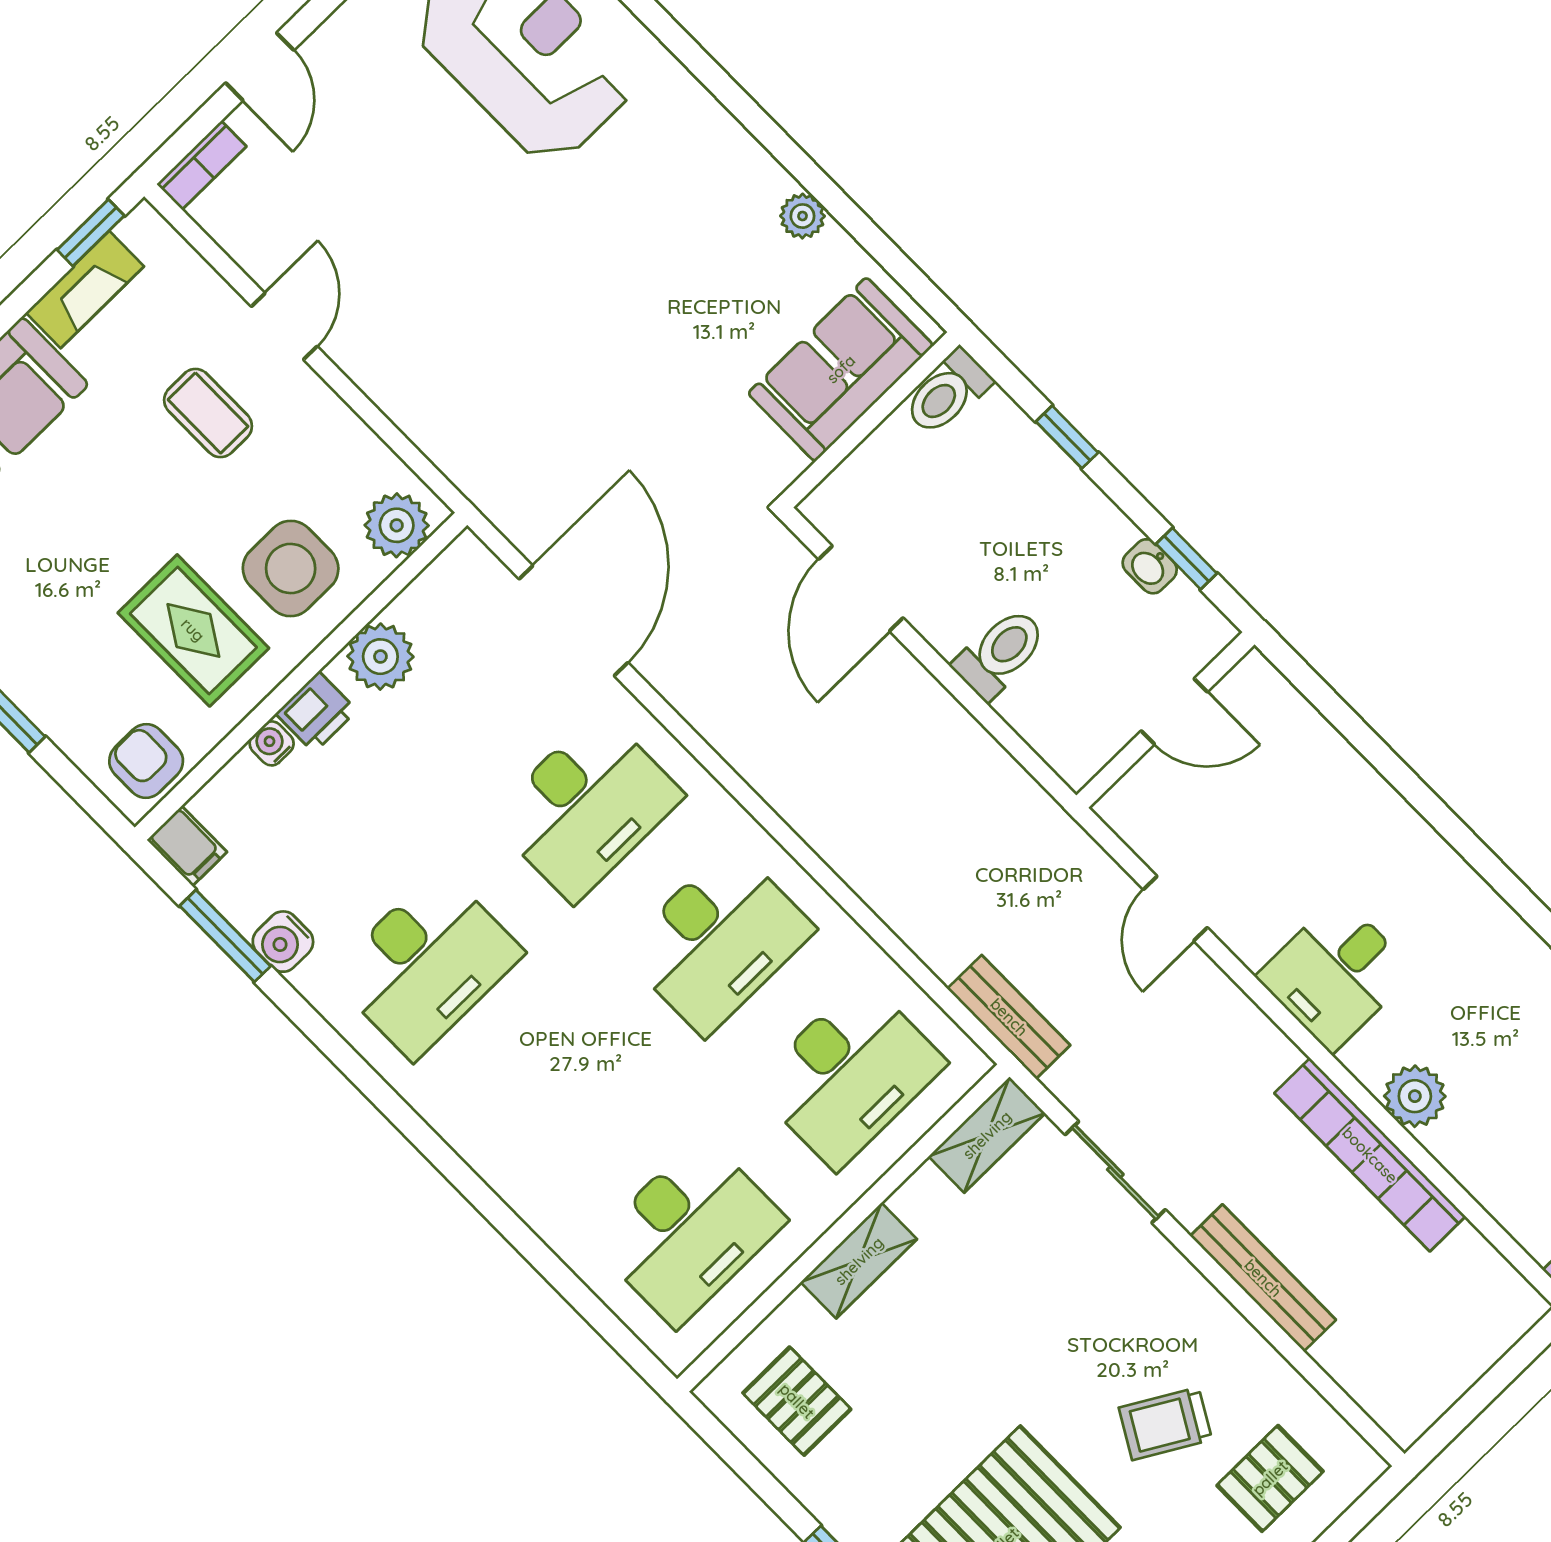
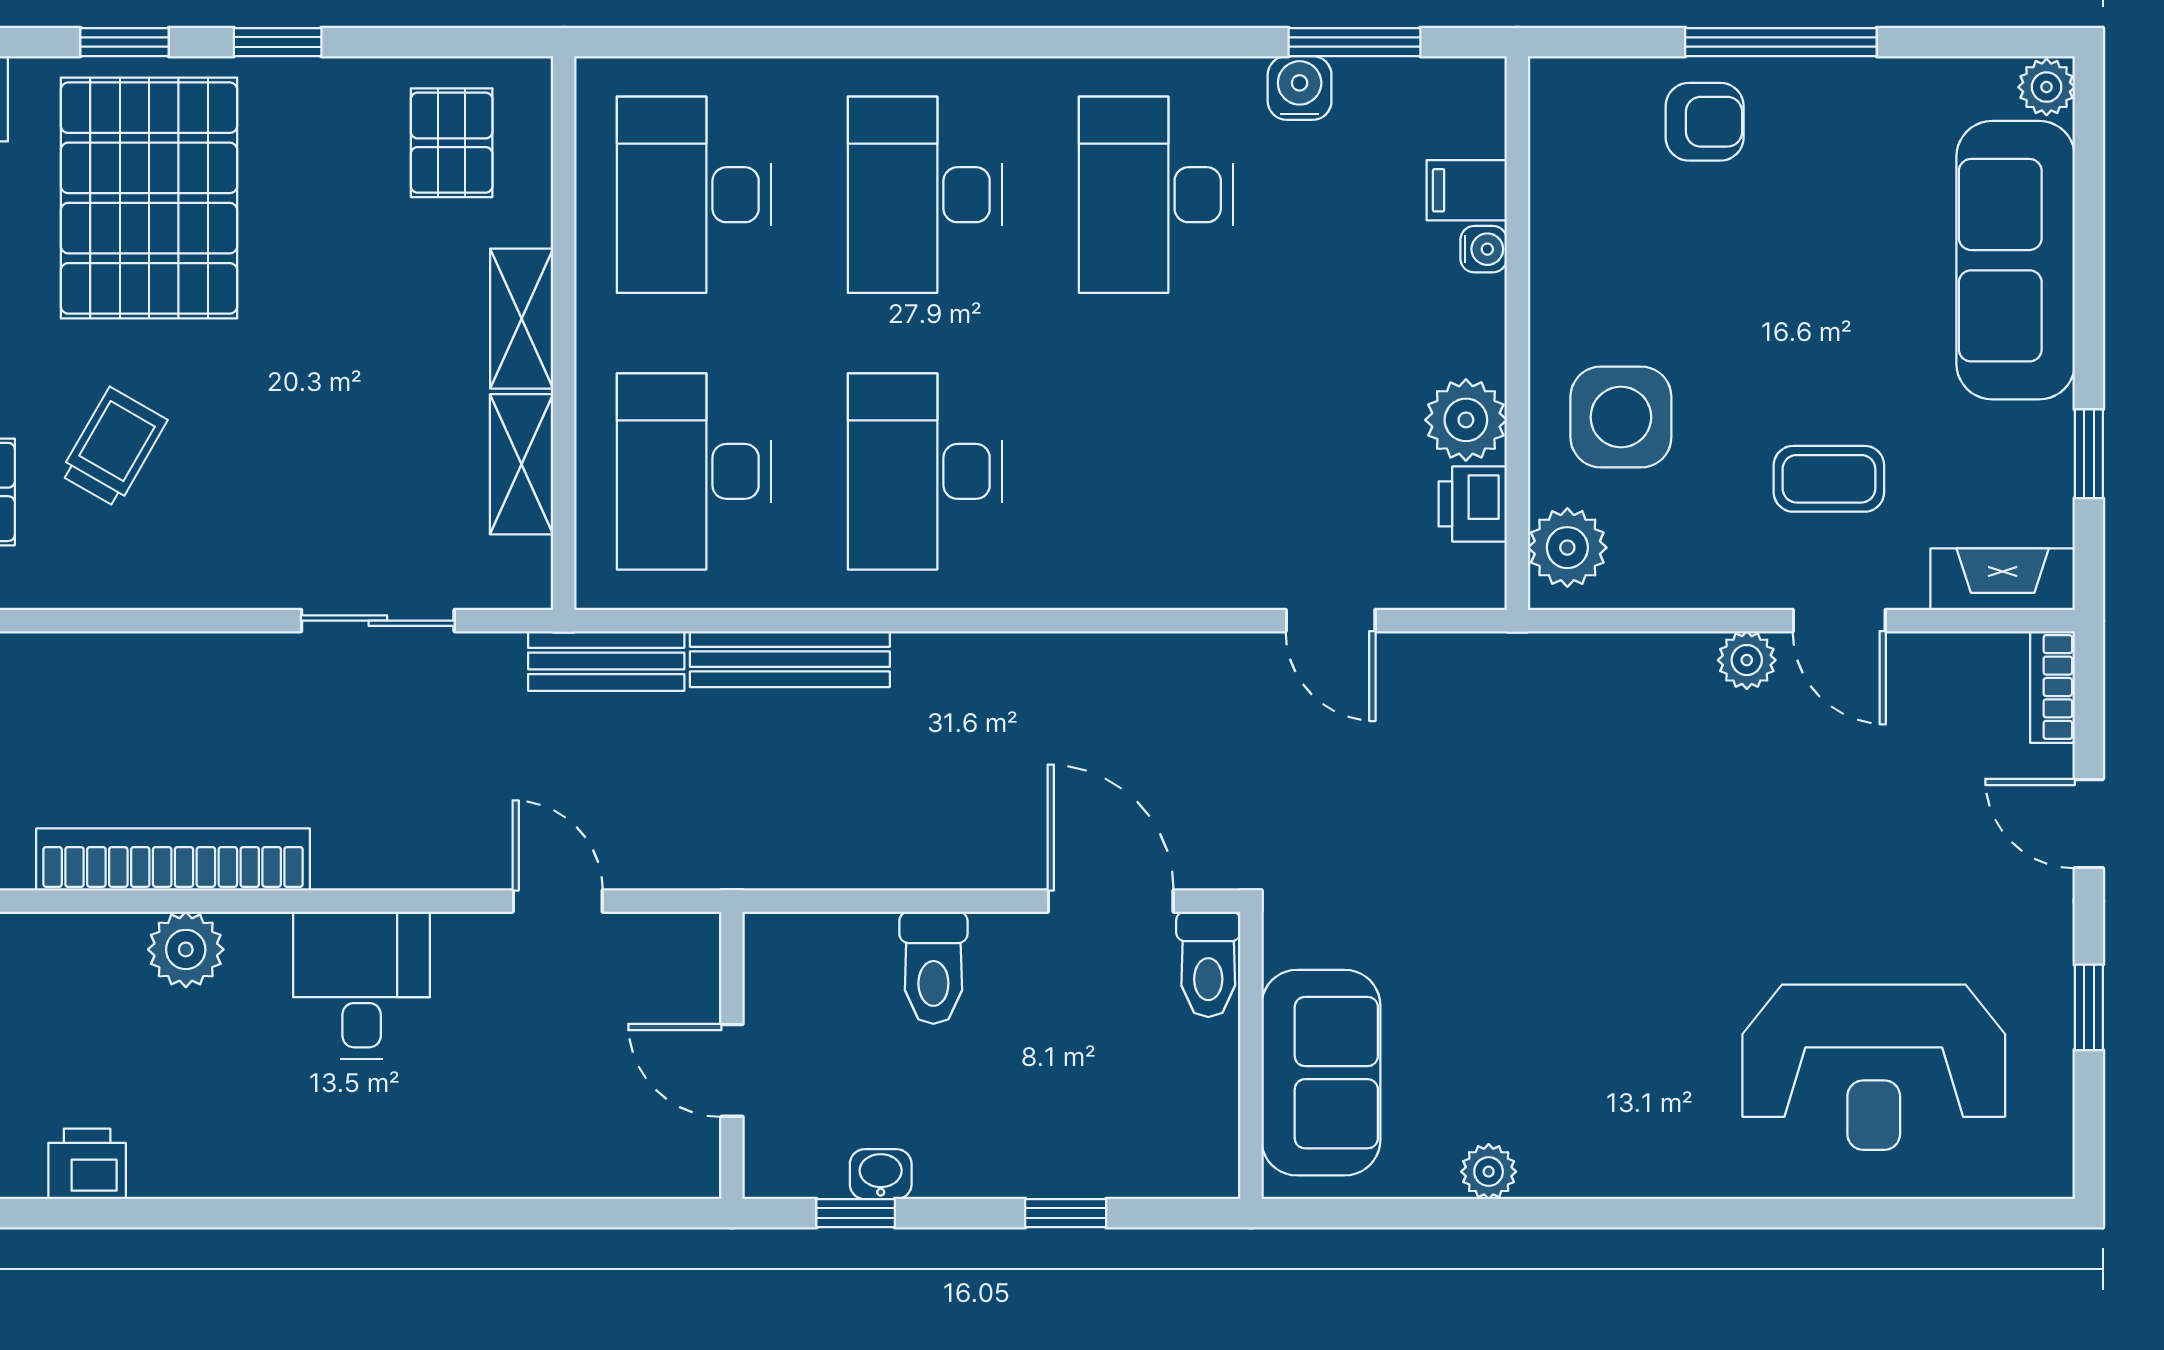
window: (91, 233) -> (2089, 454), moved
fireplace: (85, 290) -> (2003, 579), moved, turned 90
plant: (360, 357) -> (1747, 660), added
toilet: (947, 393) -> (1208, 964), moved, turned 180
door: (574, 621) -> (1331, 621), width x0.53
rug: (193, 630) -> (1650, 278), removed
door: (1174, 711) -> (732, 1070), hinge flipped
printer: (316, 712) -> (1473, 504), moved
armchair: (146, 761) -> (1705, 122), moved
desk: (586, 807) -> (925, 195), moved
filing cabinet: (187, 846) -> (1467, 190), moved
shelving: (987, 1135) -> (522, 464), moved
bench: (1263, 1278) -> (790, 659), moved
pallet: (797, 1401) -> (452, 143), turned 90

